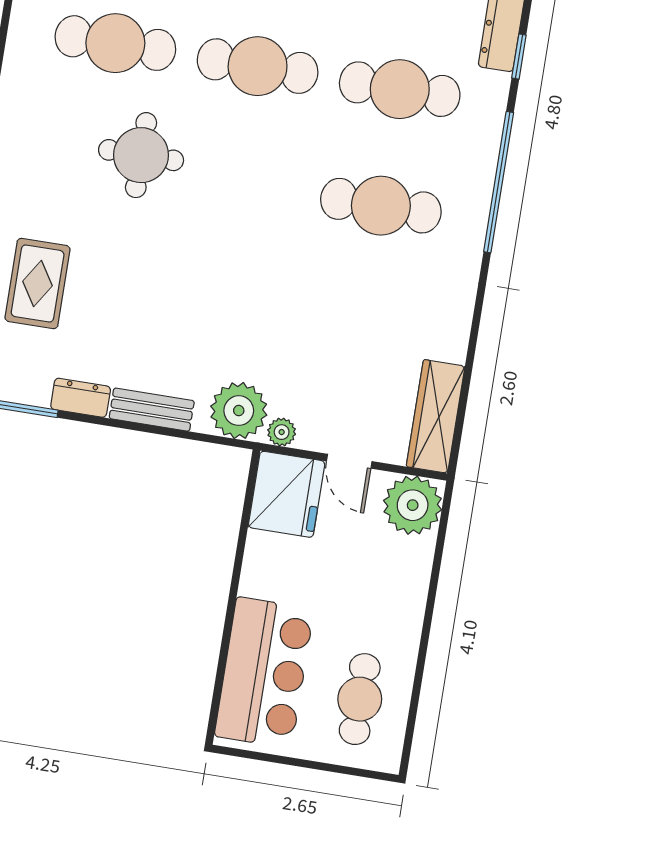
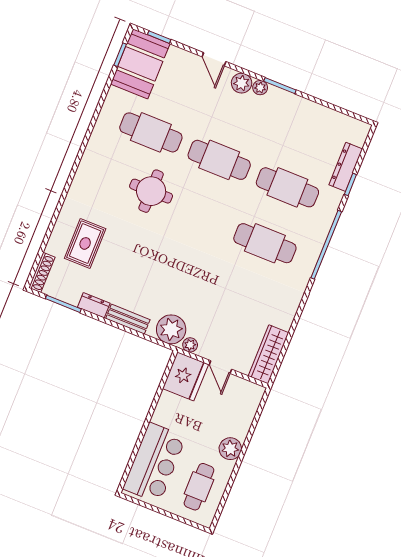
plant: (413, 505) -> (230, 449), moved, width x0.73, depth x0.73

